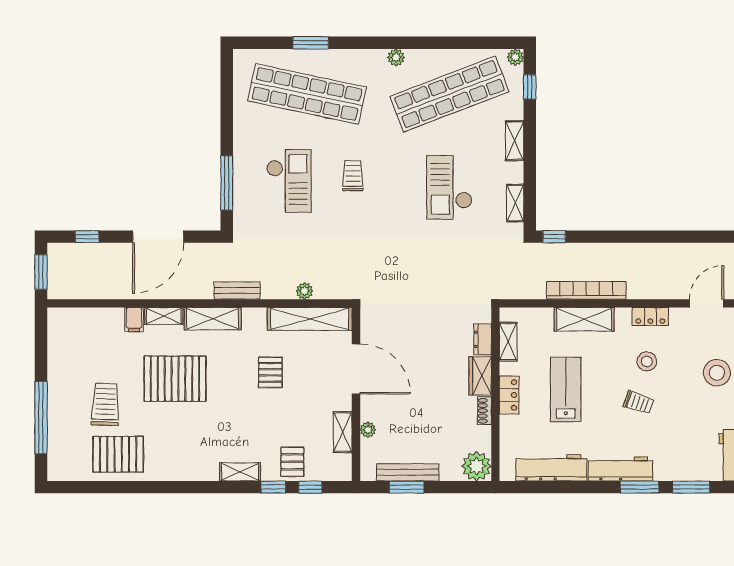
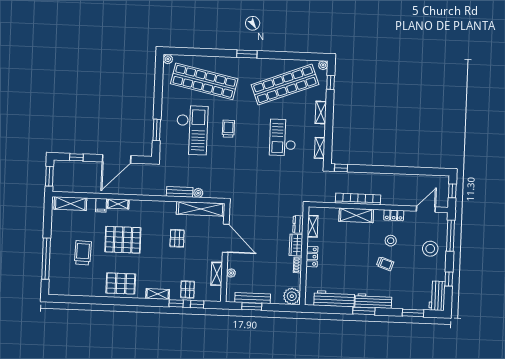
window: (311, 43) -> (247, 54), moved
plant: (396, 57) -> (168, 59), moved
checkout: (289, 181) -> (192, 130), width x1.36, depth x1.21
window: (227, 183) -> (157, 130), width x0.69
bench: (237, 291) -> (180, 192), moved
shelving: (213, 319) -> (70, 204), moved
lab bench: (566, 389) -> (344, 255), removed
pallet: (118, 454) -> (121, 283), moved
window: (640, 487) -> (364, 311), moved

